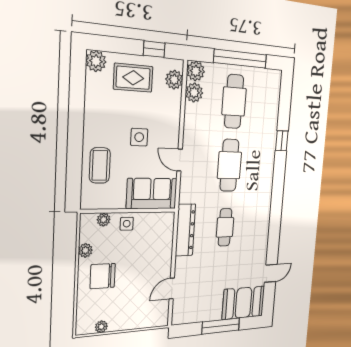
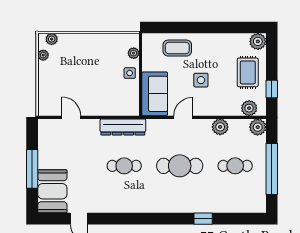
plant: (194, 92) -> (220, 127), moved
cafe table: (234, 102) -> (235, 166), width x0.73, depth x0.74
plant: (85, 250) -> (52, 39), moved
chair: (103, 276) -> (87, 54), removed

